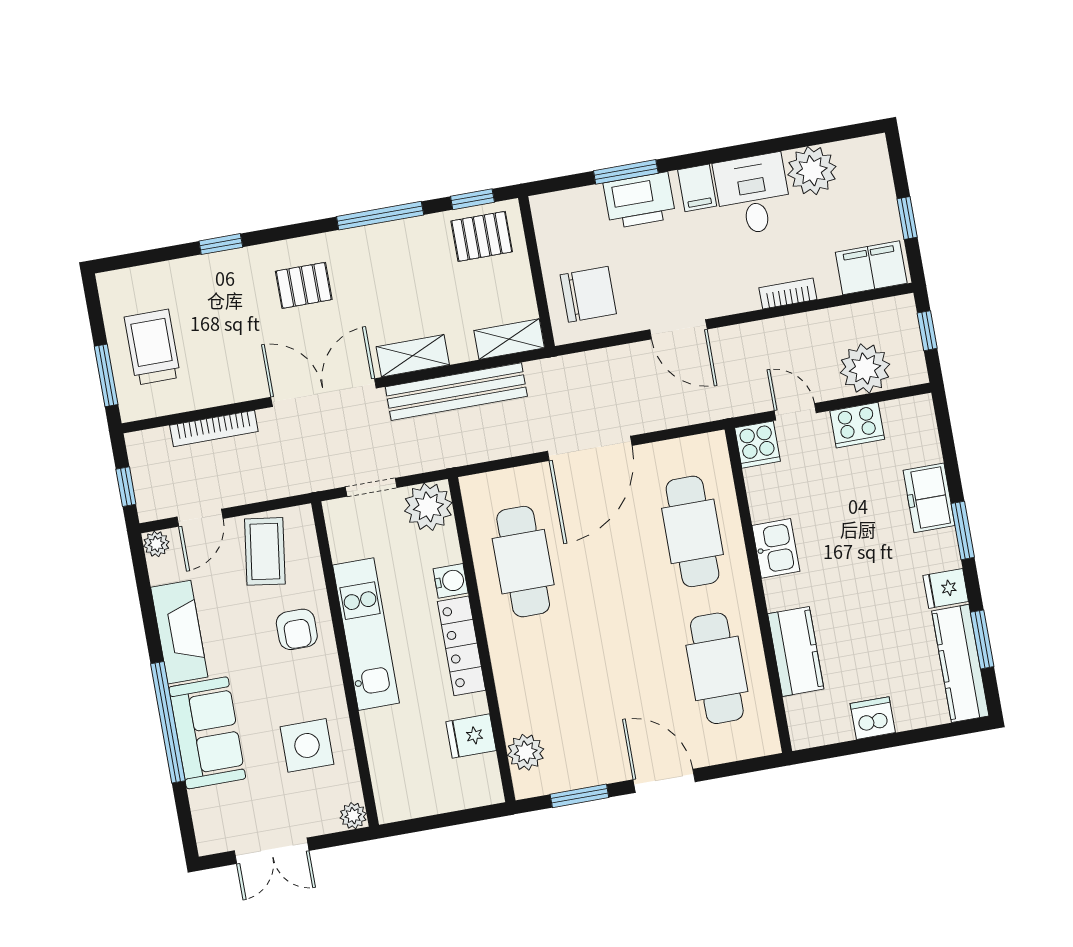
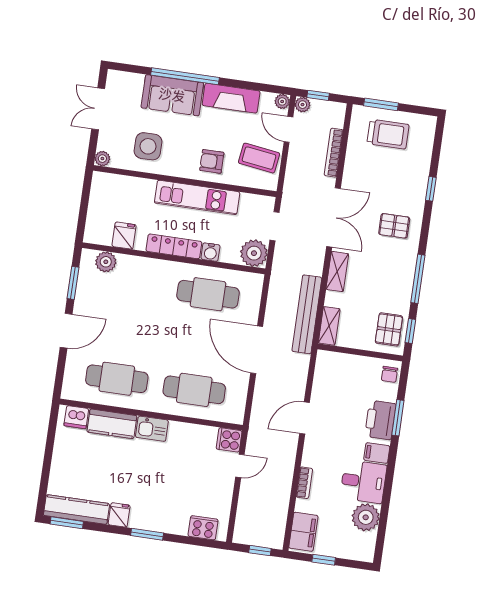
pallet: (304, 285) -> (394, 226), turned 90
chair: (588, 294) -> (390, 374), moved, width x0.54, depth x0.54
plant: (865, 369) -> (303, 105), moved, width x0.53, depth x0.53
bench: (456, 392) -> (307, 314), moved
cooker: (857, 425) -> (203, 528), moved, turned 90
freezer: (929, 498) -> (170, 522), removed
kitchen sink: (776, 548) -> (152, 429), moved
window: (982, 639) -> (67, 523), moved
dishwasher: (873, 718) -> (76, 417), moved, turned 90

